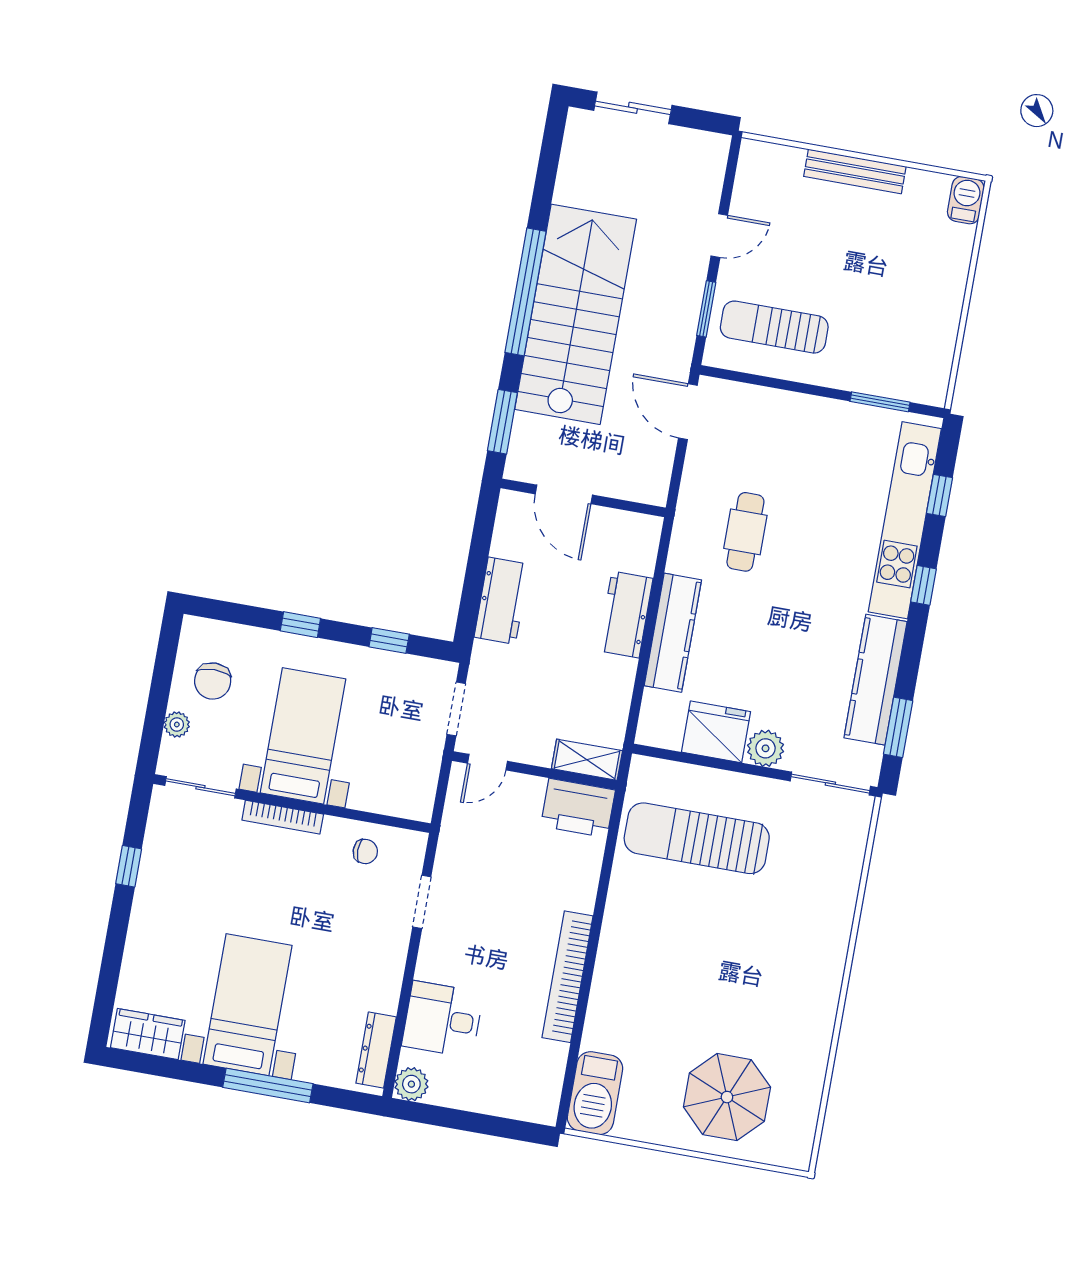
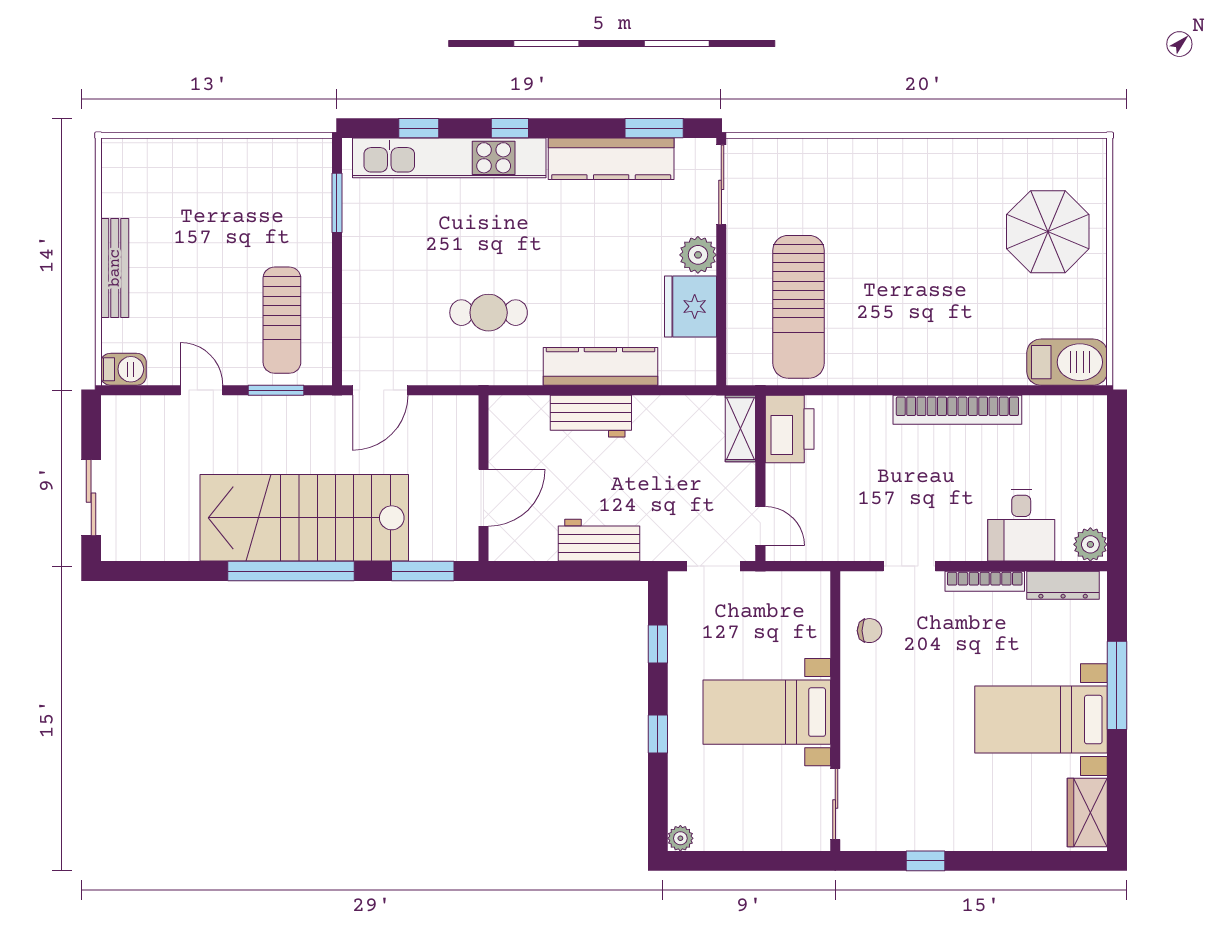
barbecue: (966, 200) -> (124, 369), moved, turned 180
chair: (213, 681) -> (729, 811), removed
plant: (177, 725) -> (680, 838), moved
bookcase: (283, 817) -> (985, 581), moved, turned 90
chair: (365, 851) -> (870, 631), turned 90

